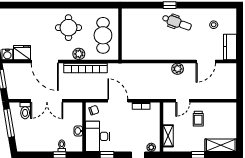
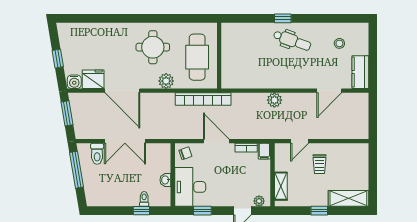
bookcase: (86, 68) -> (203, 99), moved
plant: (178, 69) -> (274, 100), moved
filing cabinet: (155, 109) -> (264, 151), added

